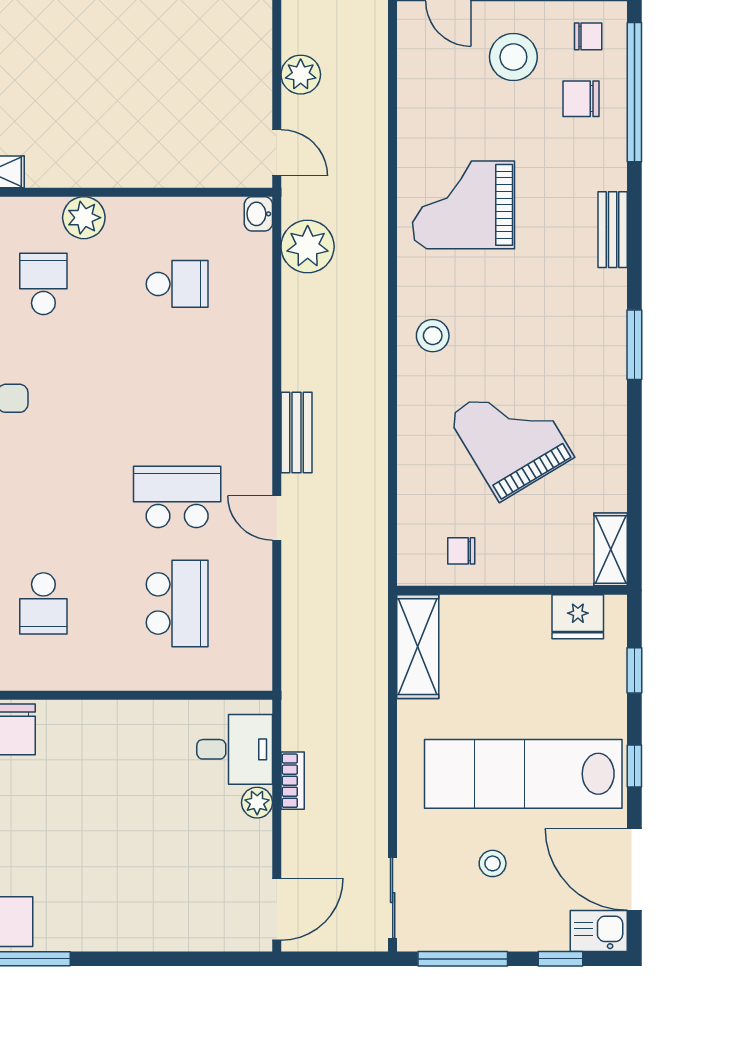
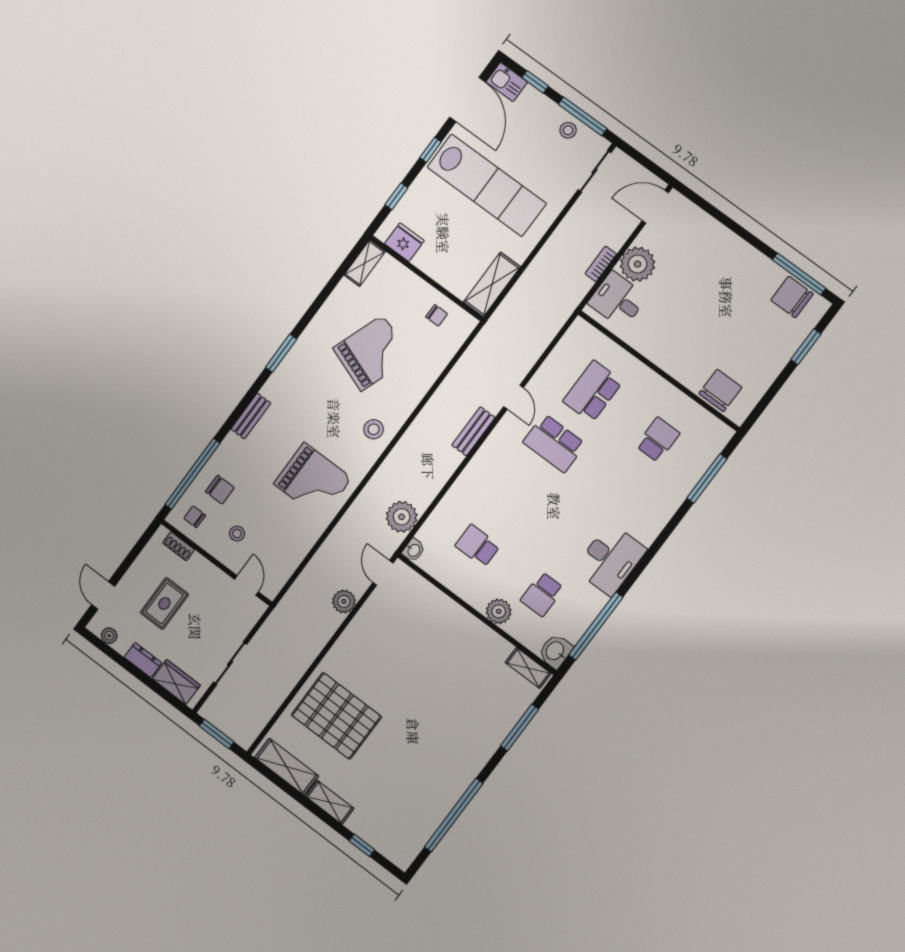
stool: (513, 57) -> (237, 534), width x0.53, depth x0.53
grand piano: (511, 436) -> (372, 353), turned -129
plant: (257, 803) -> (638, 264), width x1.88, depth x1.88
stool: (493, 863) -> (568, 130), moved

